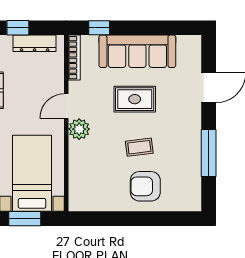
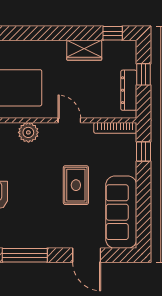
sofa: (137, 51) -> (121, 212), moved
plant: (79, 129) -> (28, 132), moved
coffee table: (139, 147) -> (30, 190), removed

